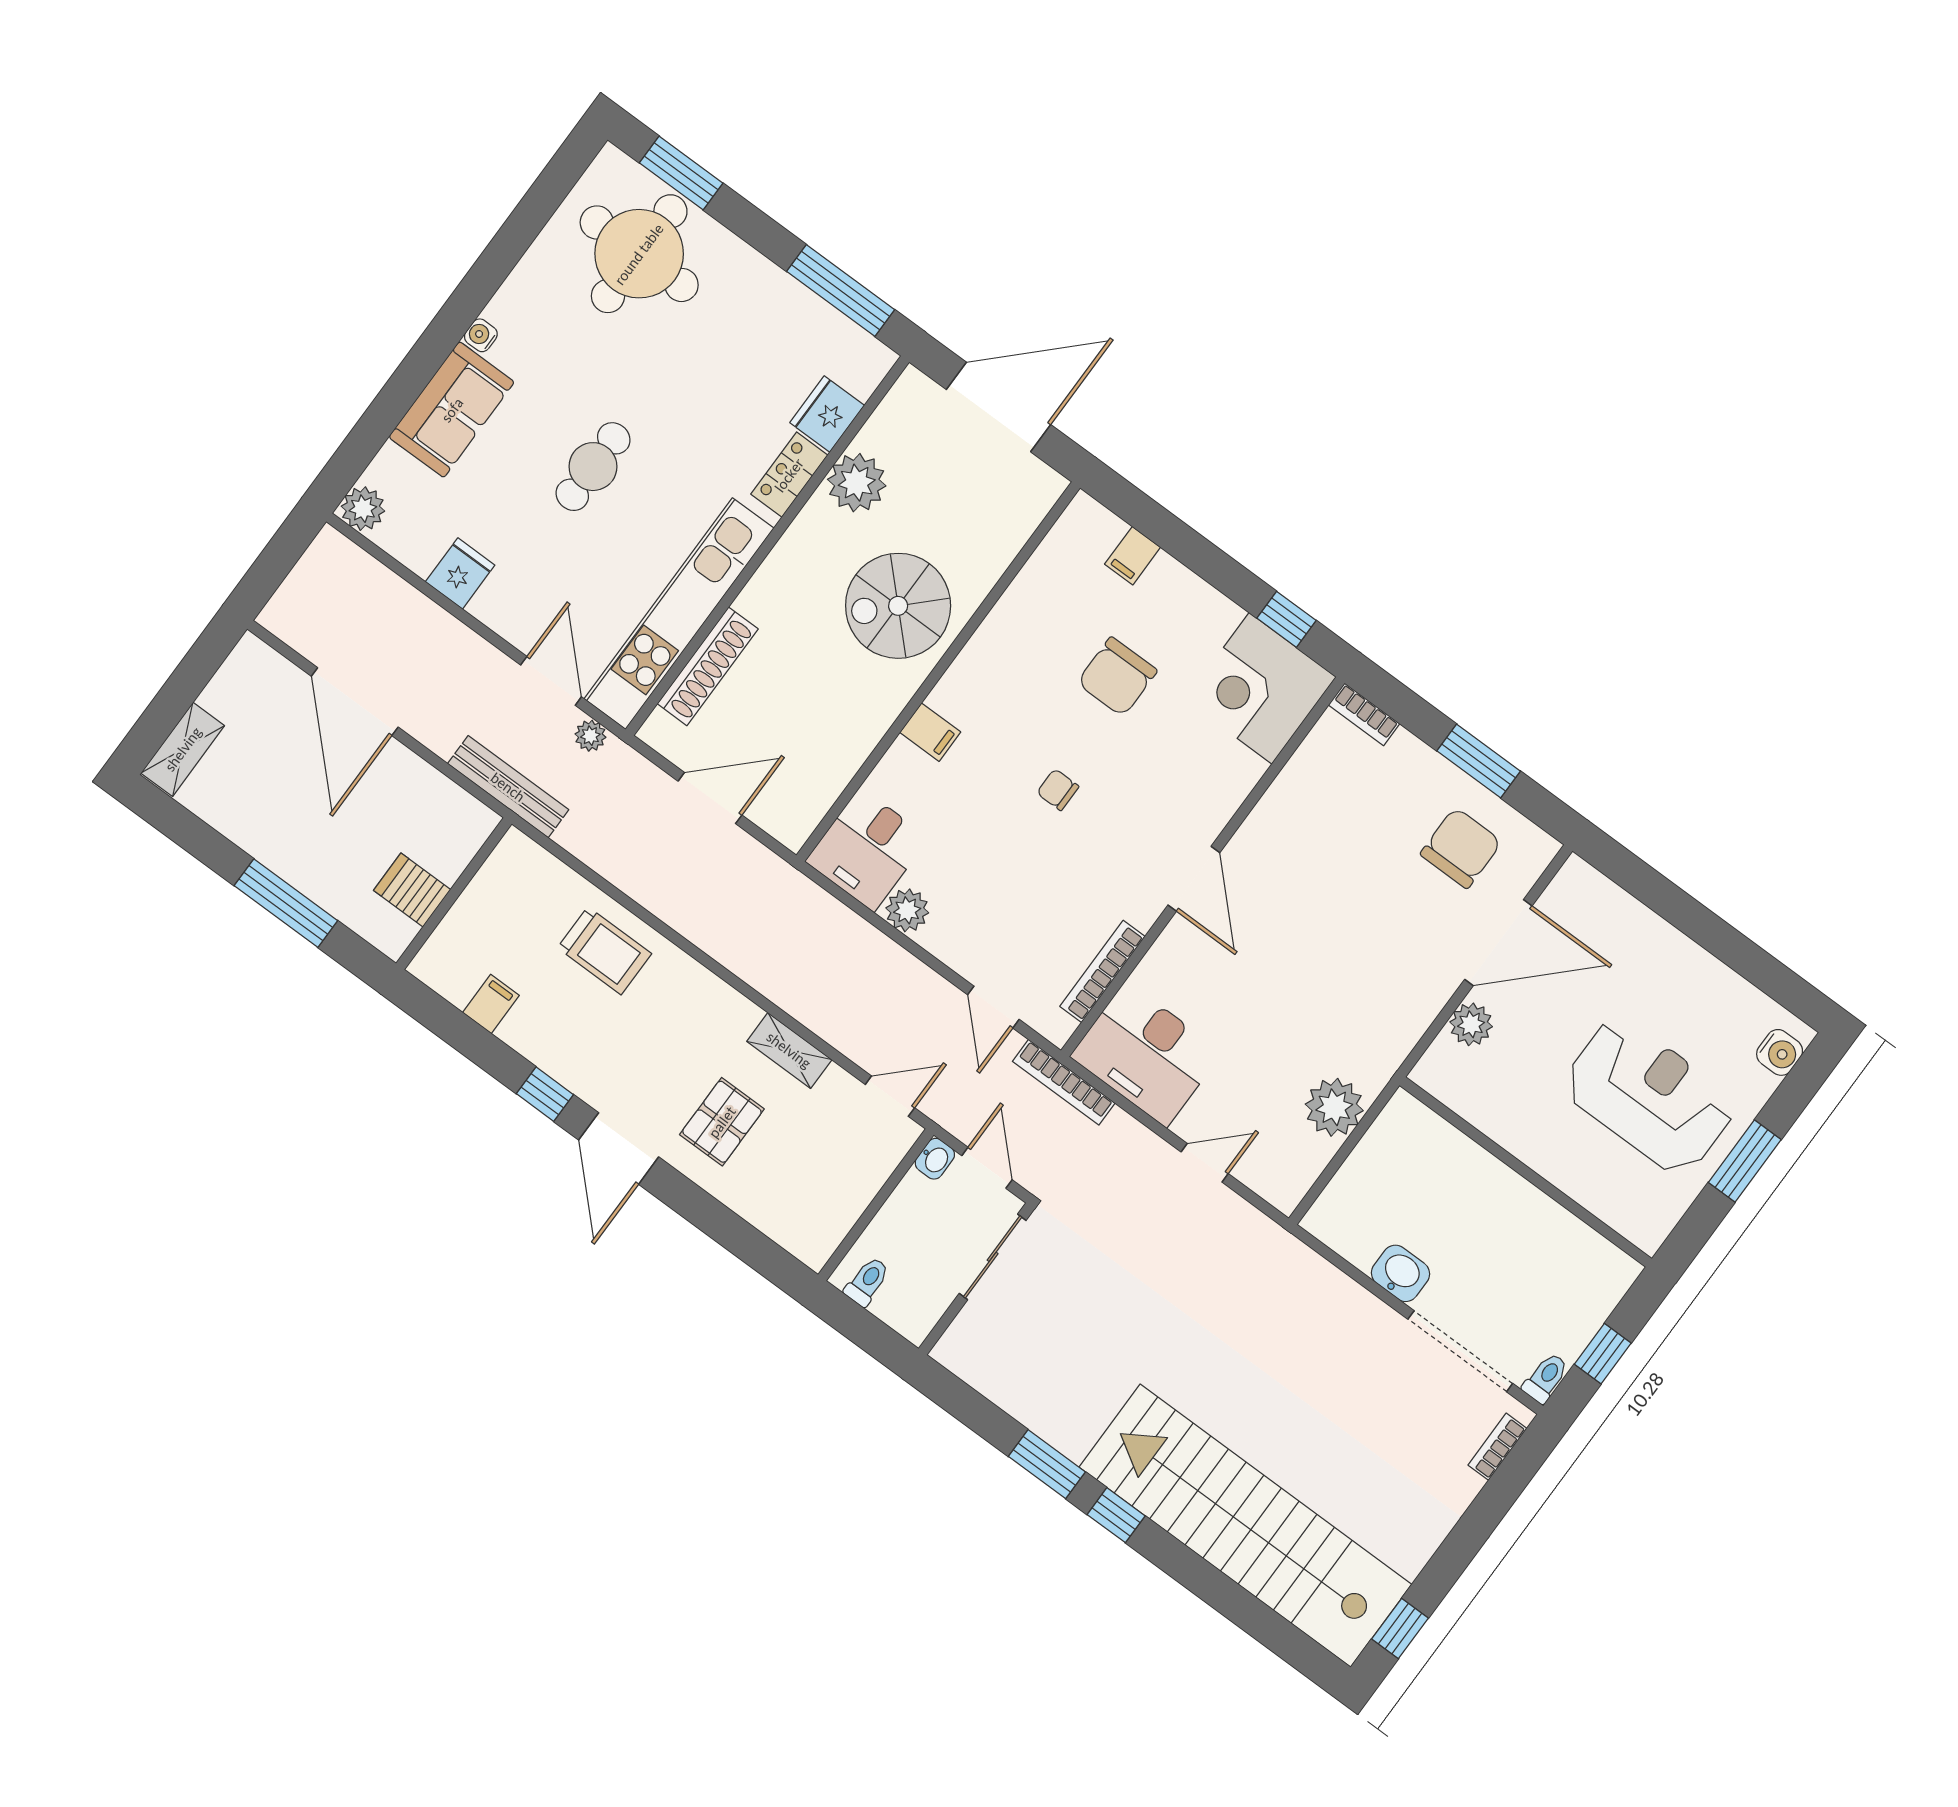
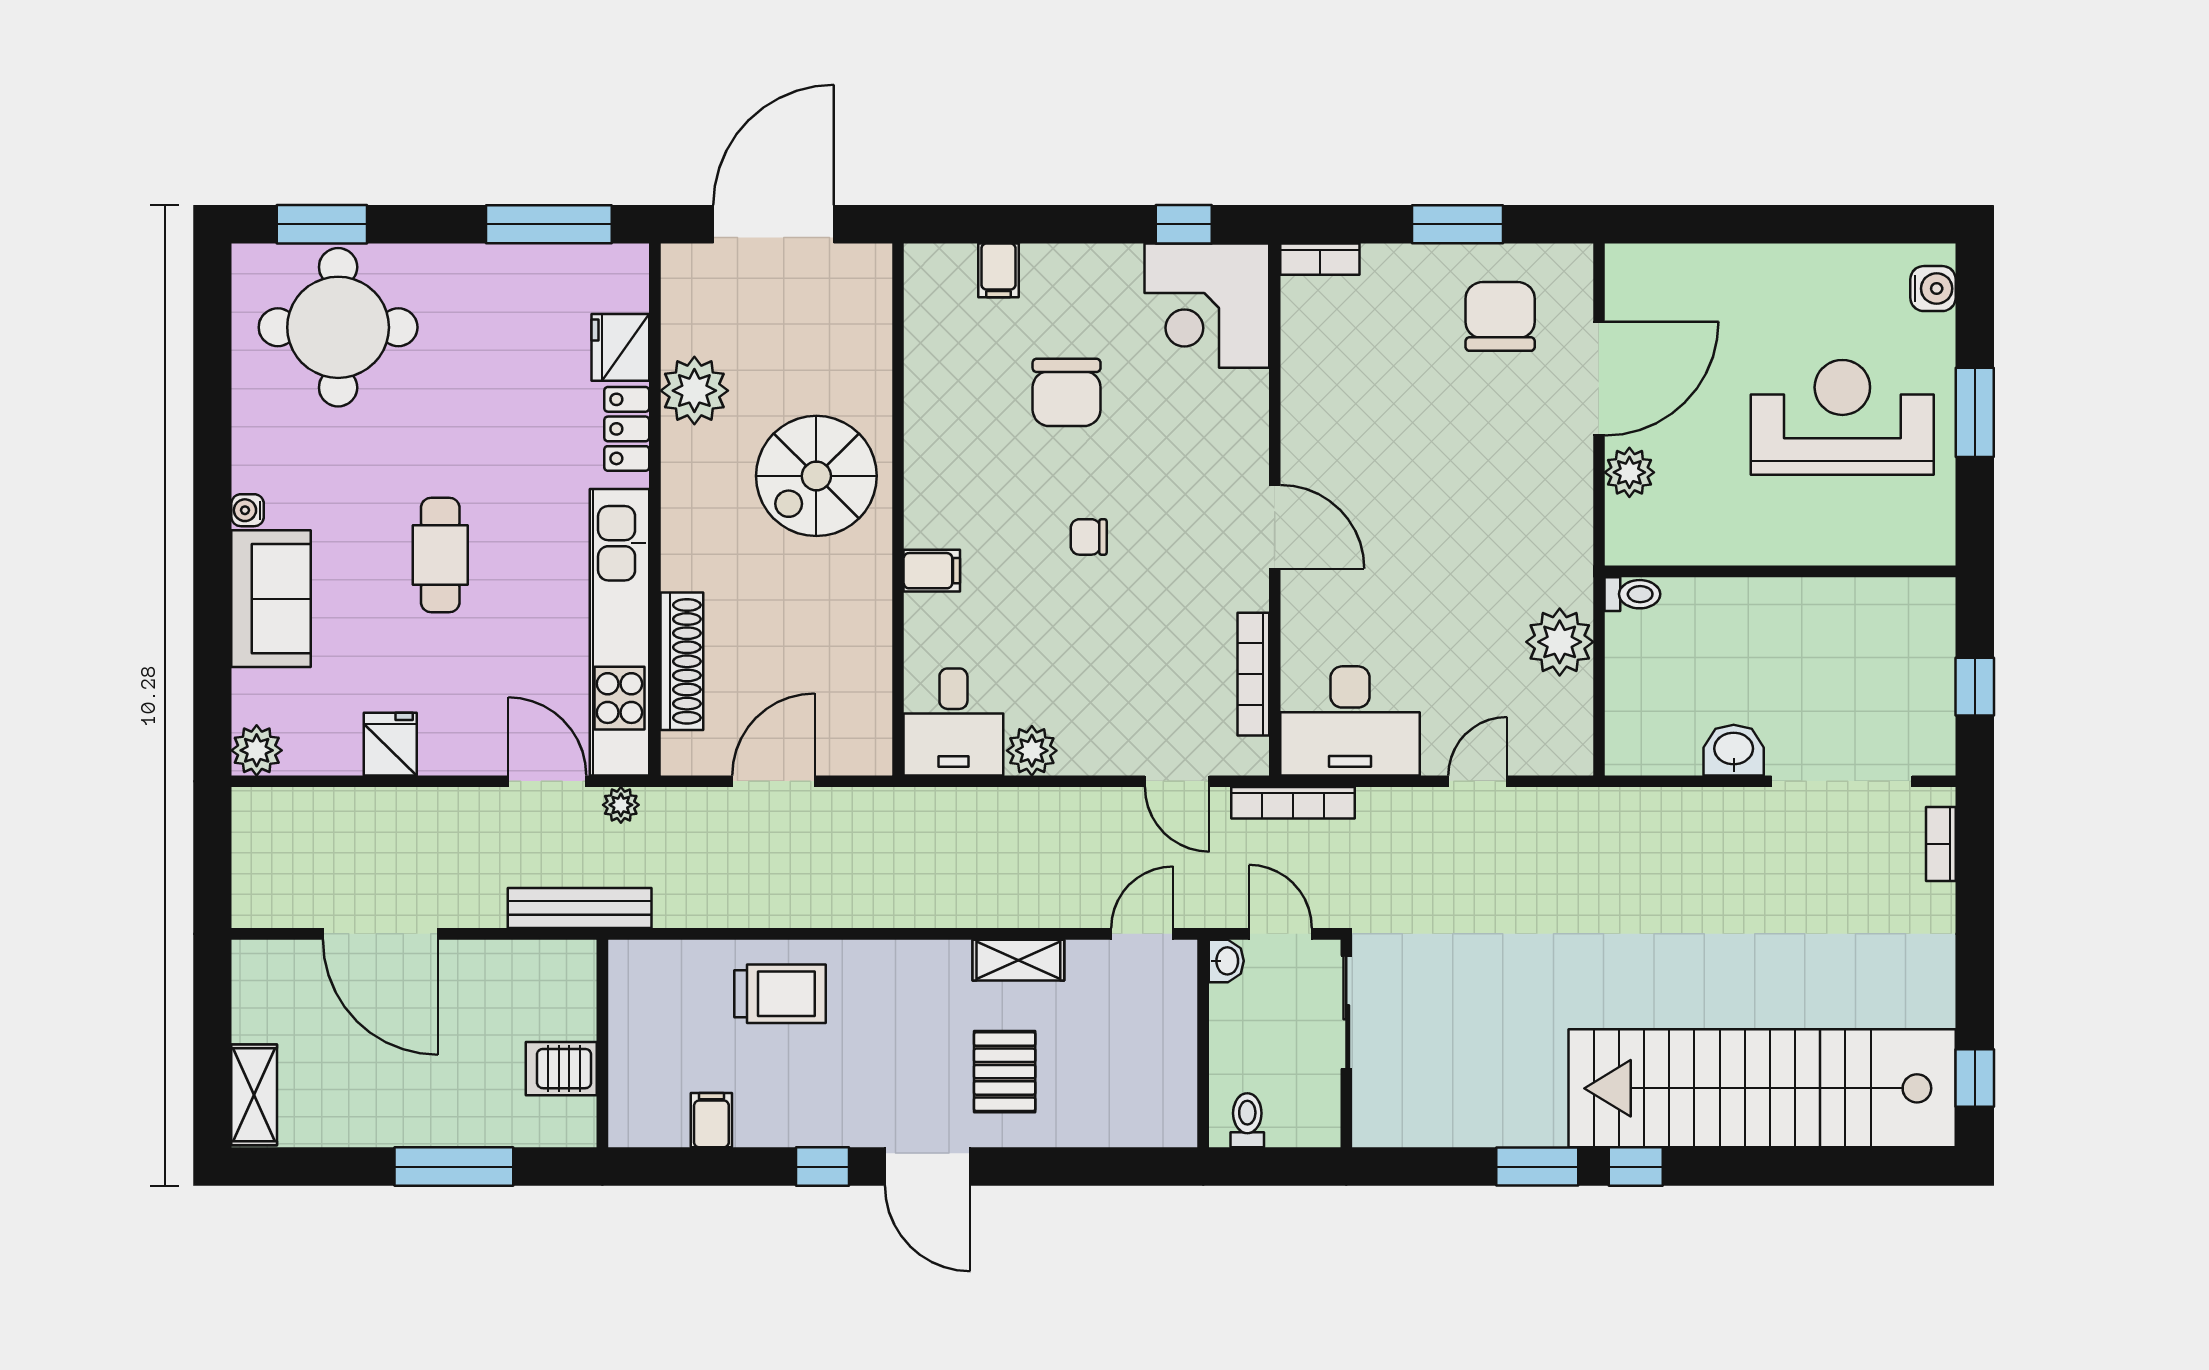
toilet: (1546, 1378) -> (1632, 594), moved, turned 90

